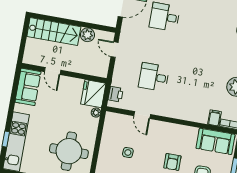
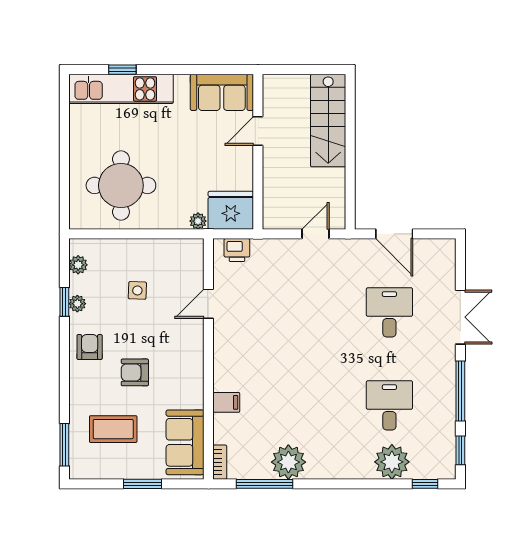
plant: (87, 35) -> (333, 181), removed
desk: (154, 77) -> (389, 405), moved
filing cabinet: (215, 118) -> (226, 402), moved

